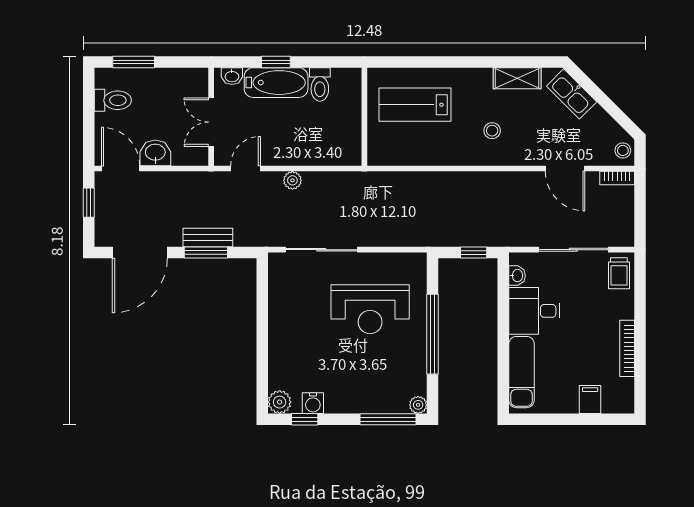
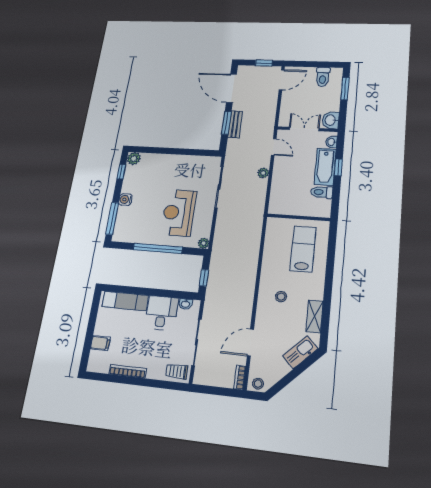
washbasin: (155, 153) -> (331, 120), moved, turned 180
water cooler: (313, 403) -> (125, 200), moved
plant: (418, 405) -> (204, 243), moved

